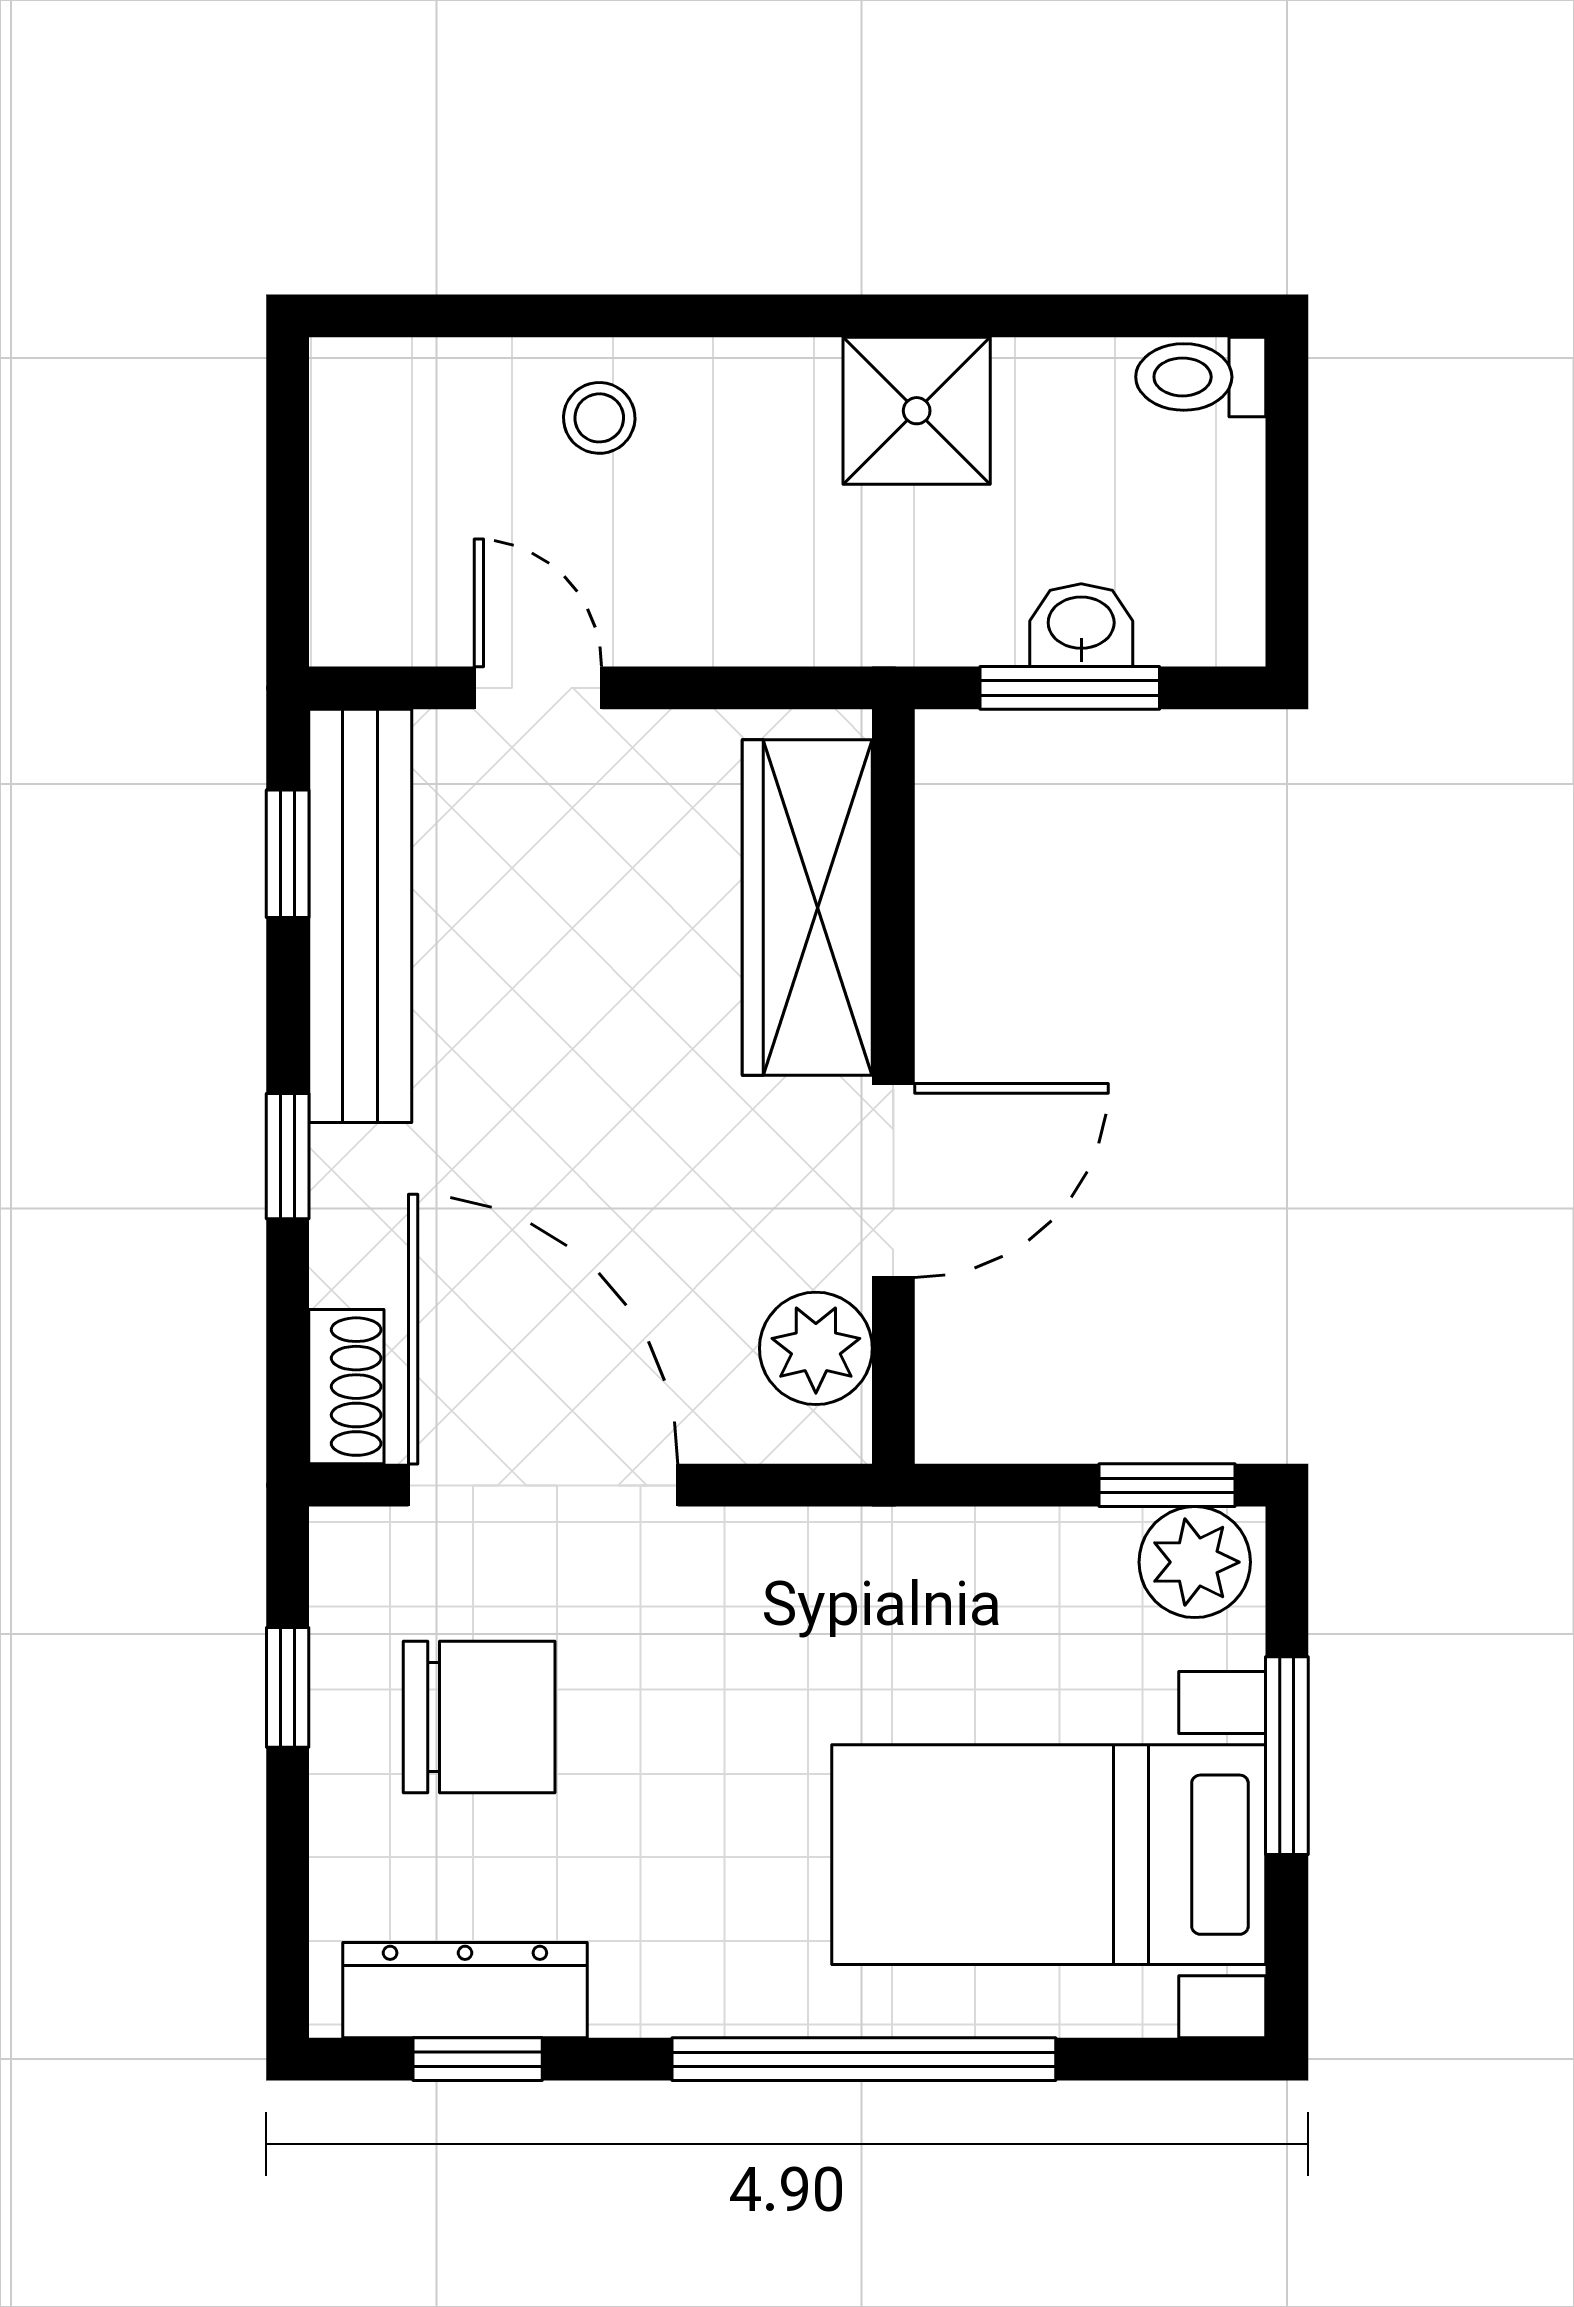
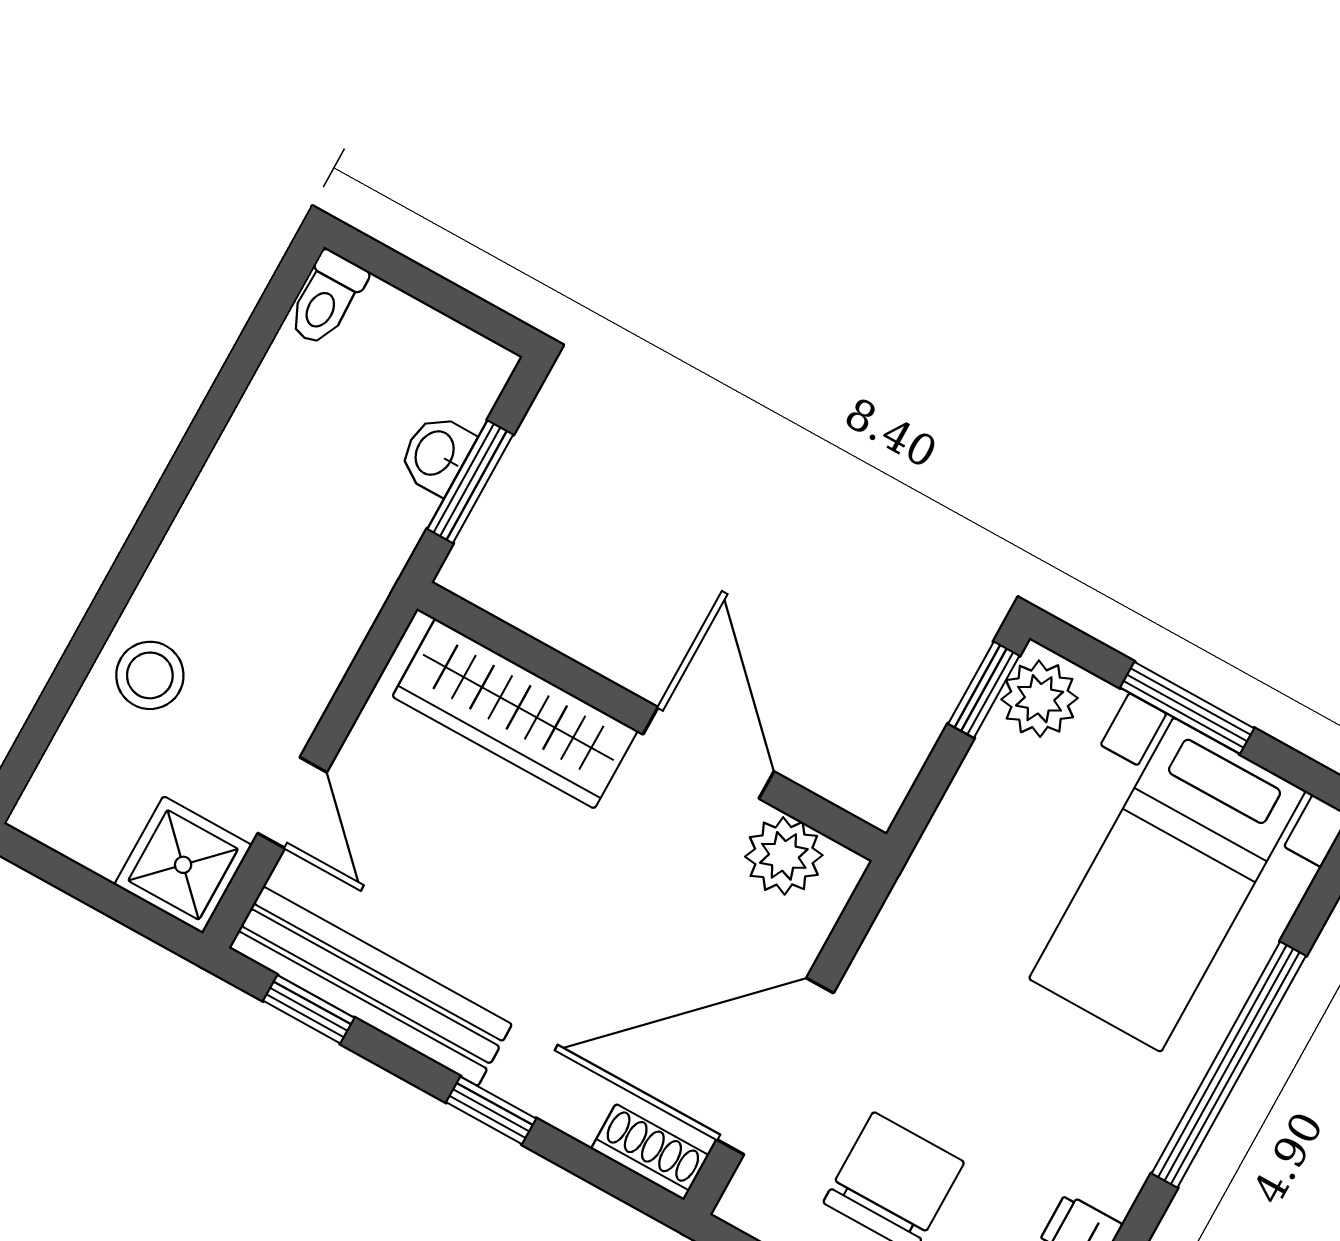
shower: (917, 411) -> (183, 865), moved
stool: (599, 418) -> (150, 675), width x1.37, depth x1.37
door: (538, 688) -> (292, 803), swing flipped

